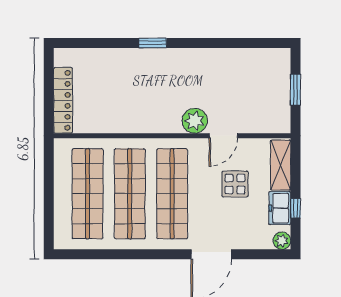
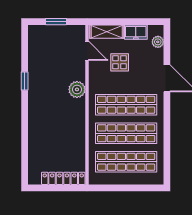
window: (153, 43) -> (25, 81), moved
door: (223, 136) -> (87, 51), moved
window: (295, 208) -> (136, 22), removed
plant: (282, 241) -> (158, 42), moved

